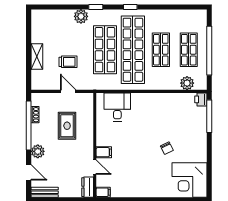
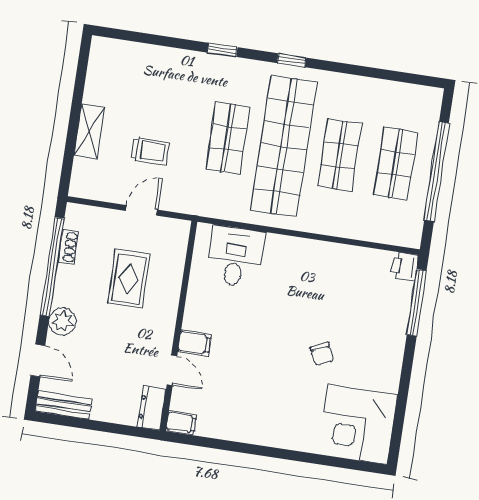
plant: (81, 16) -> (190, 64), removed
shop shelf: (105, 50) -> (228, 138), width x0.70, depth x0.74
plant: (187, 83) -> (382, 230), removed
door: (68, 91) -> (141, 210), hinge flipped

